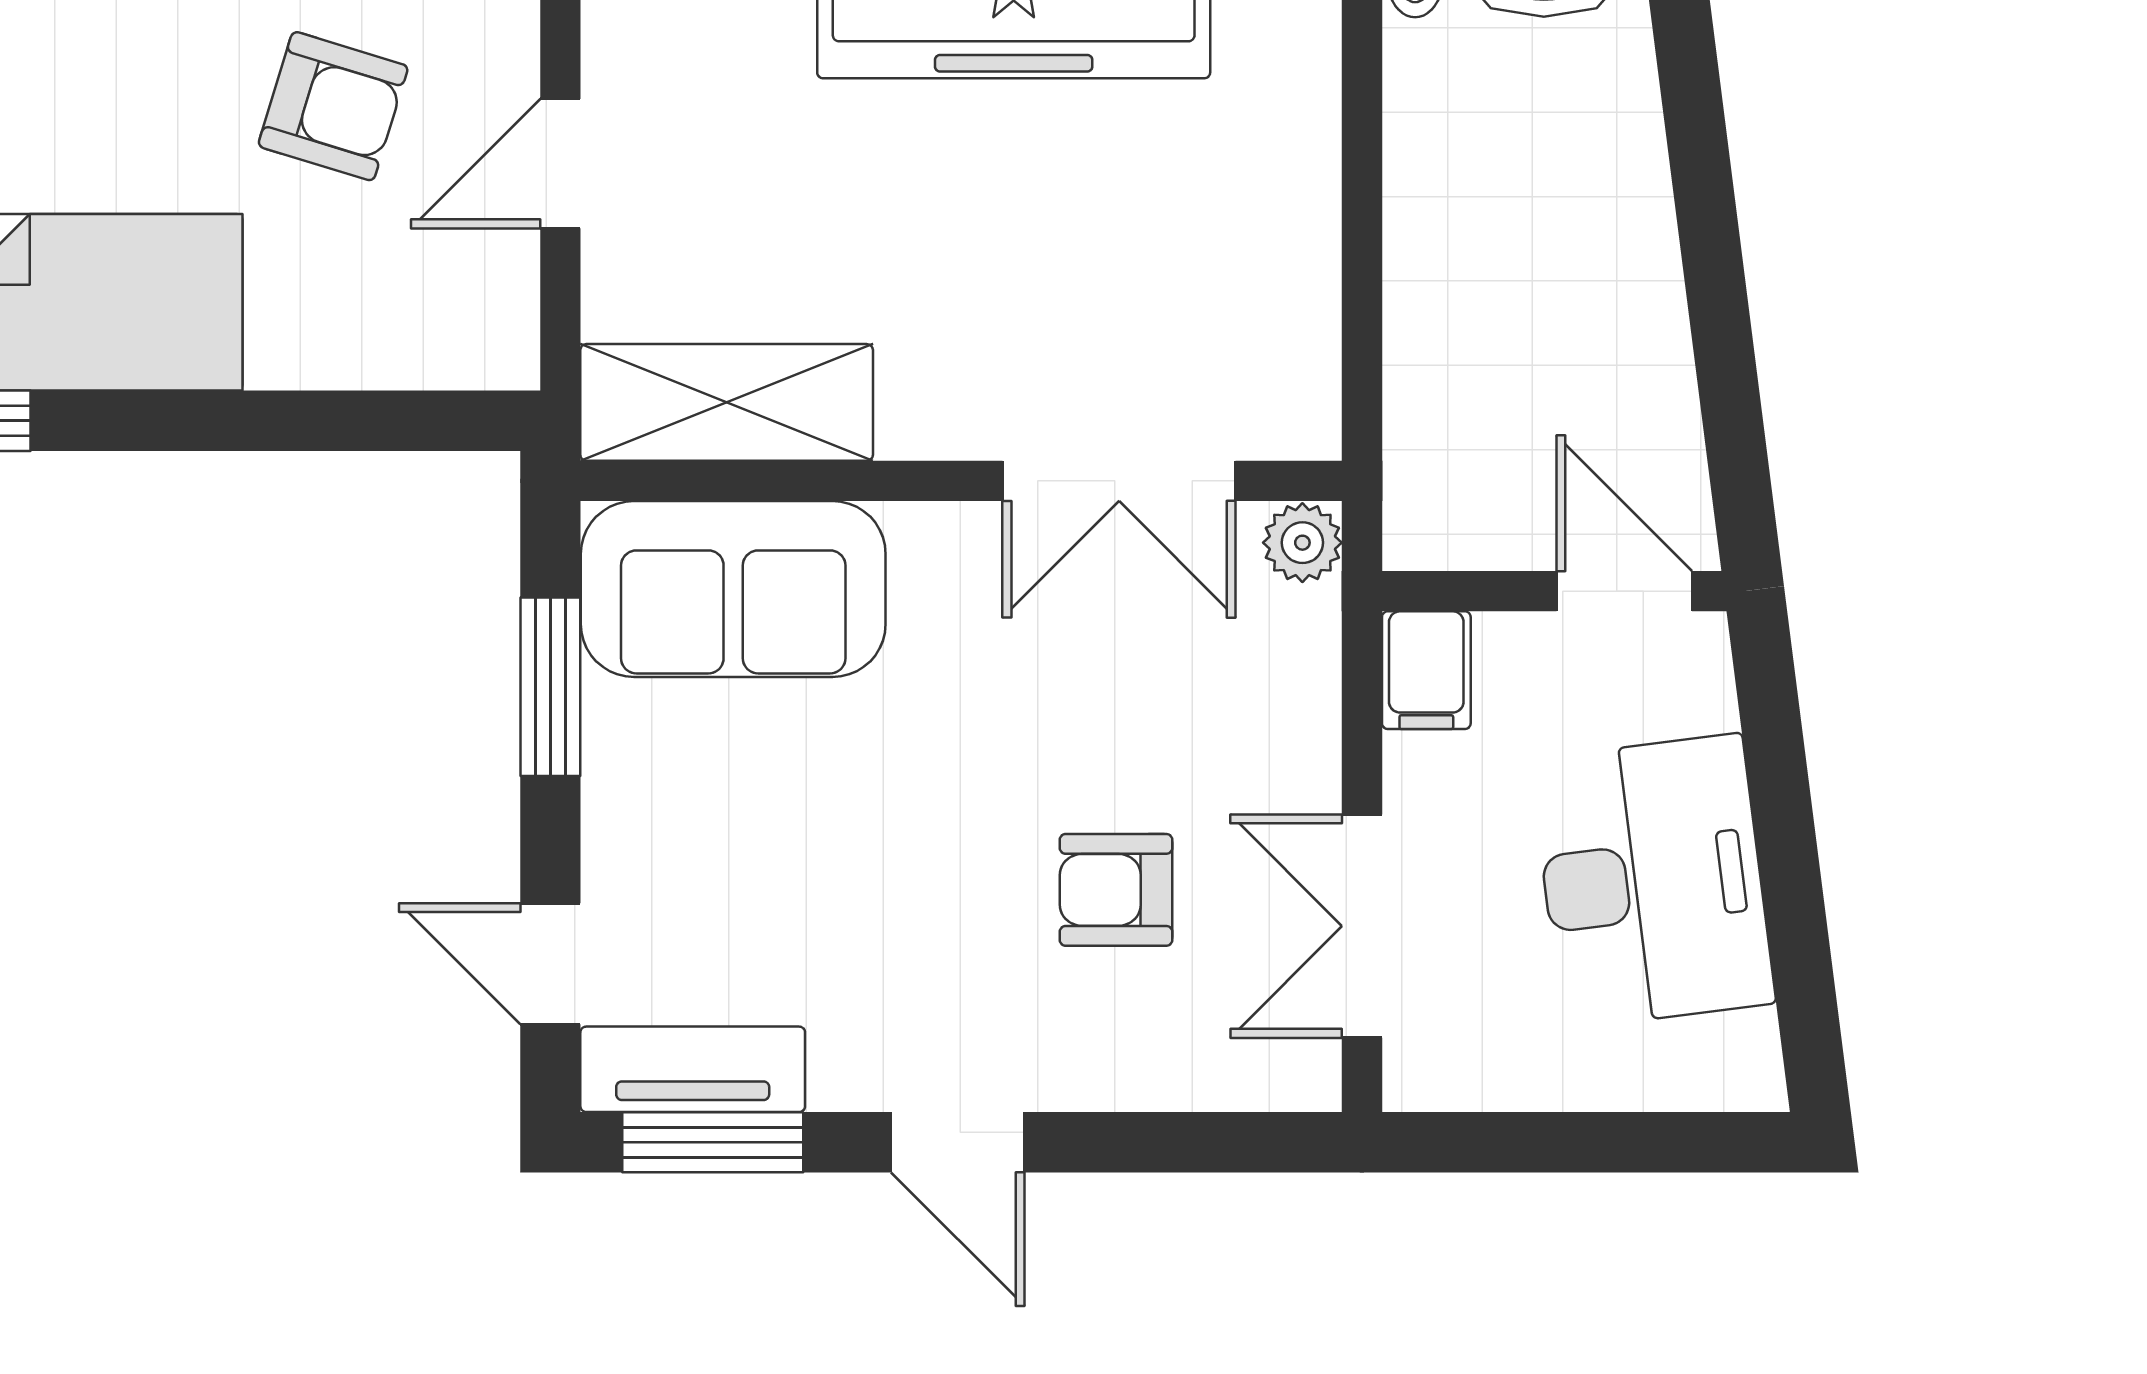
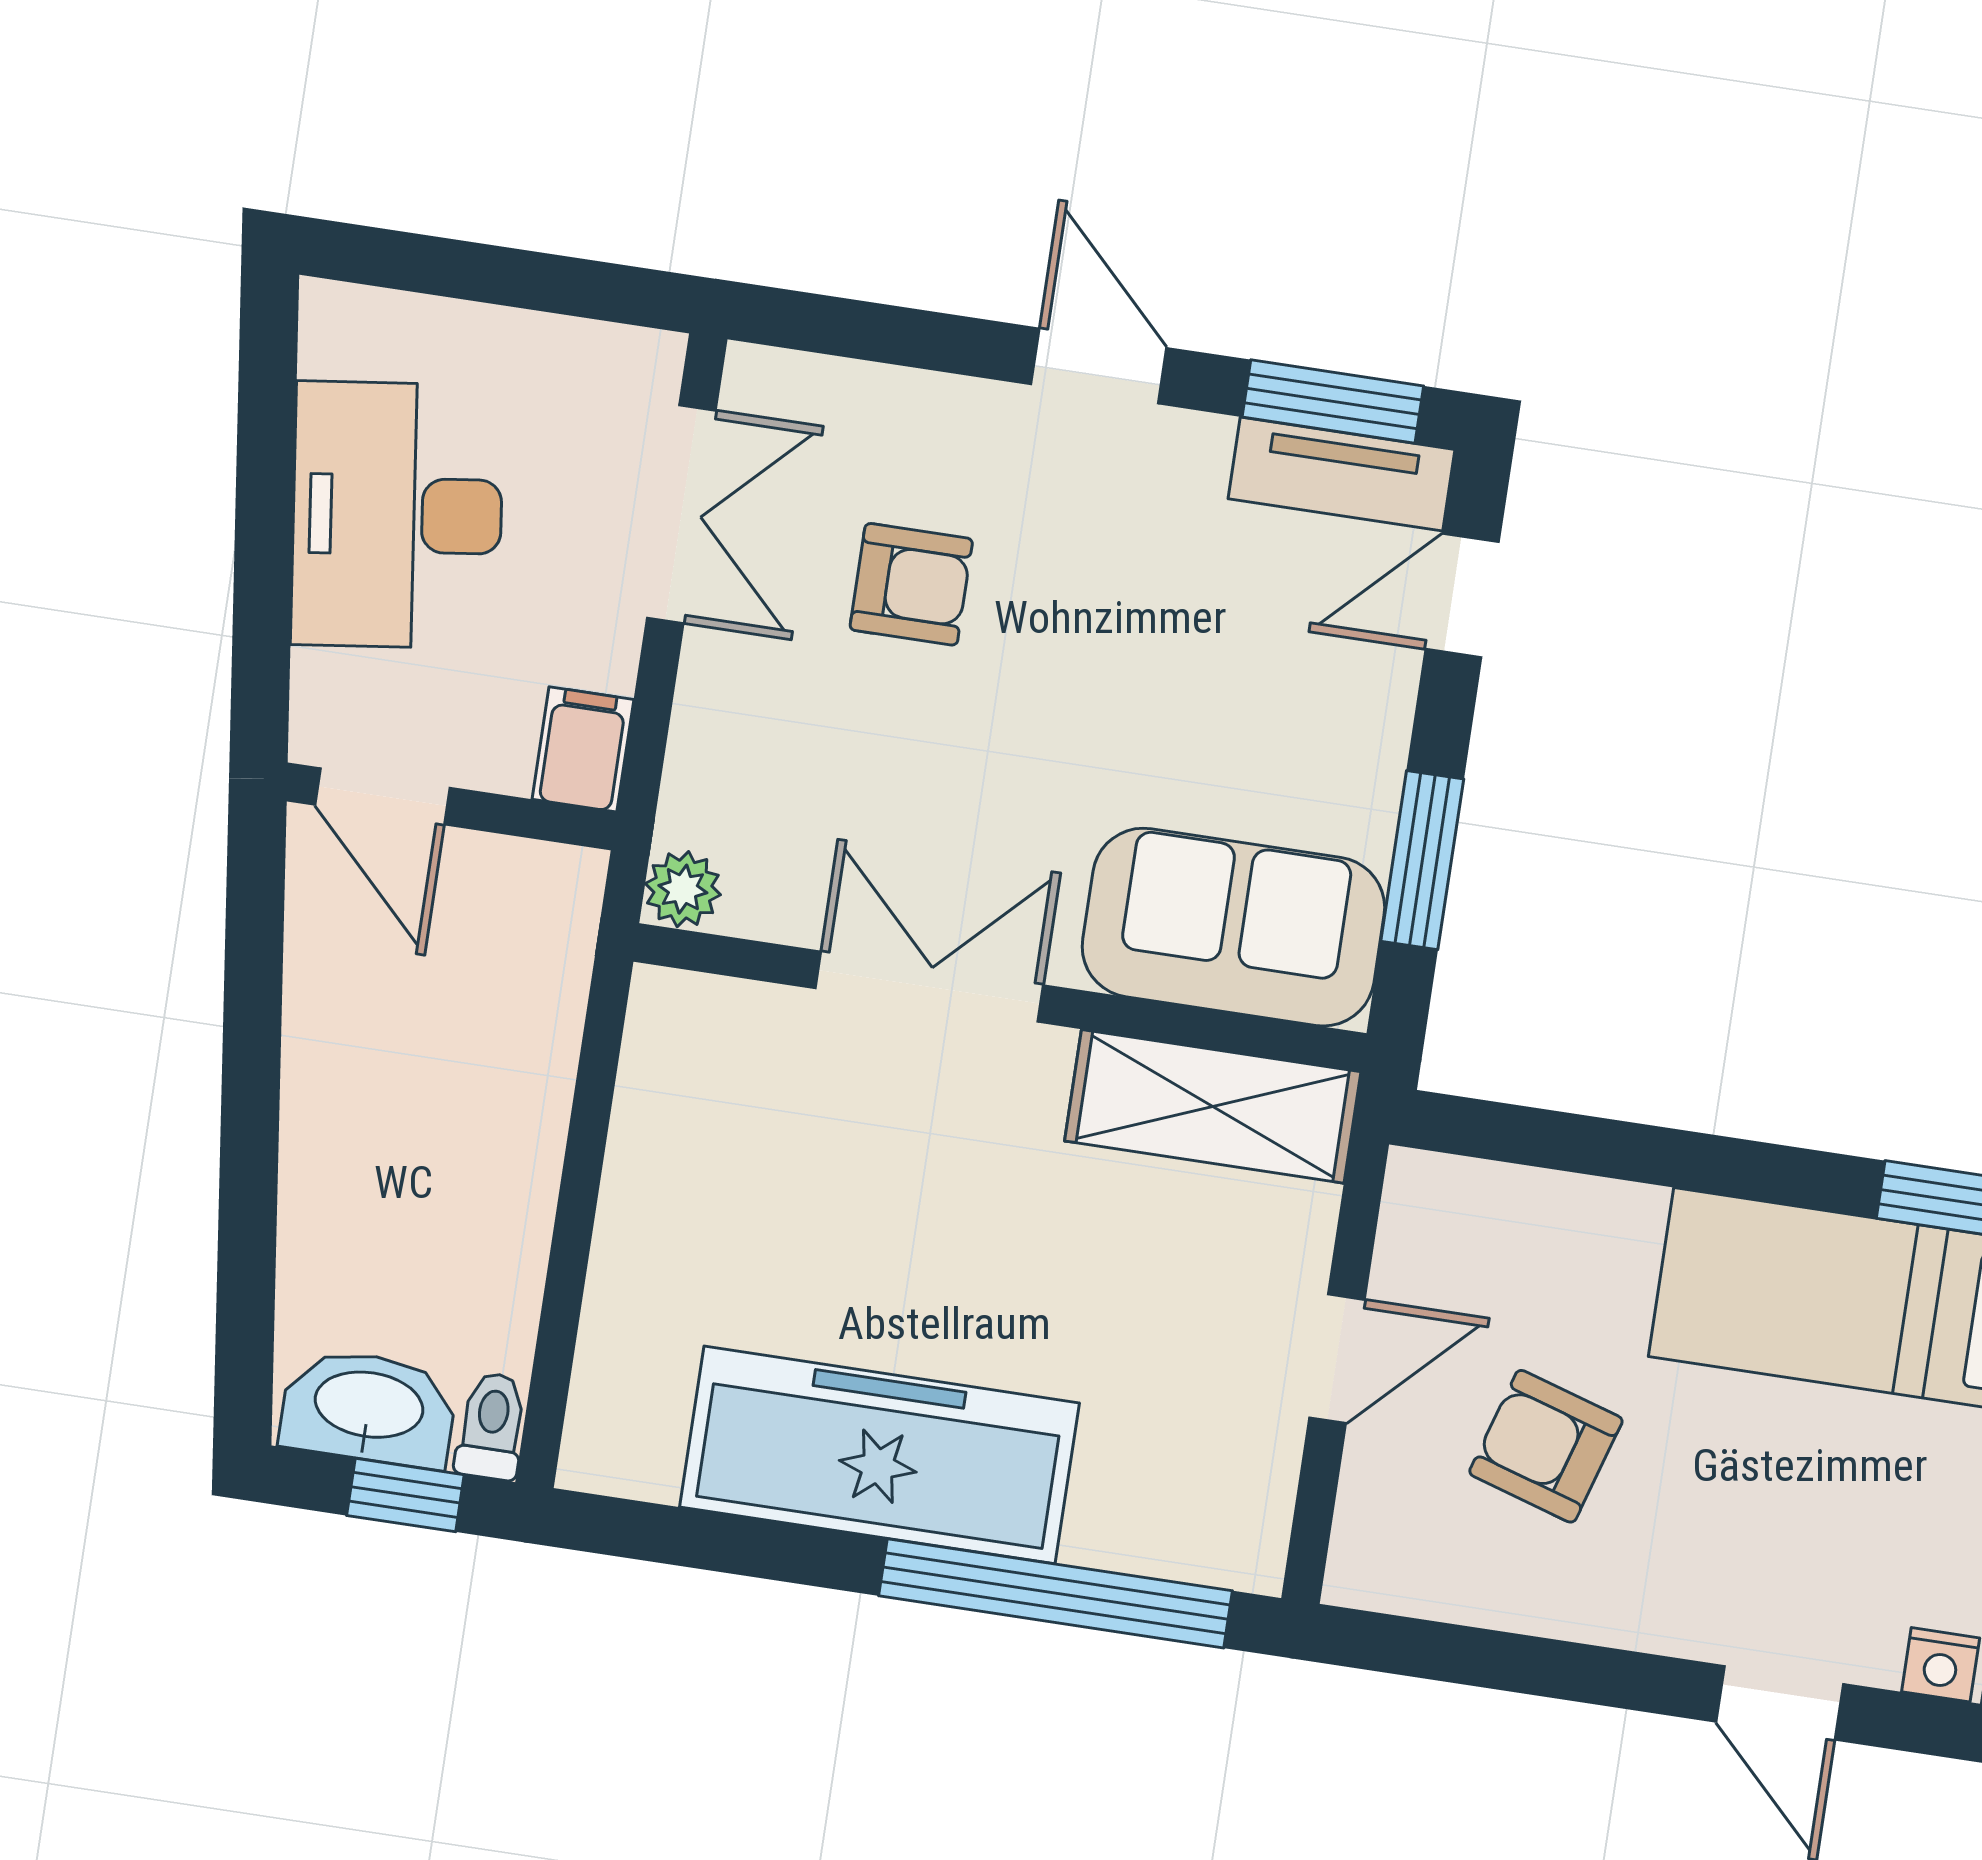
double door: (1119, 481) -> (929, 987), moved
door: (550, 964) -> (1462, 596), swing flipped

